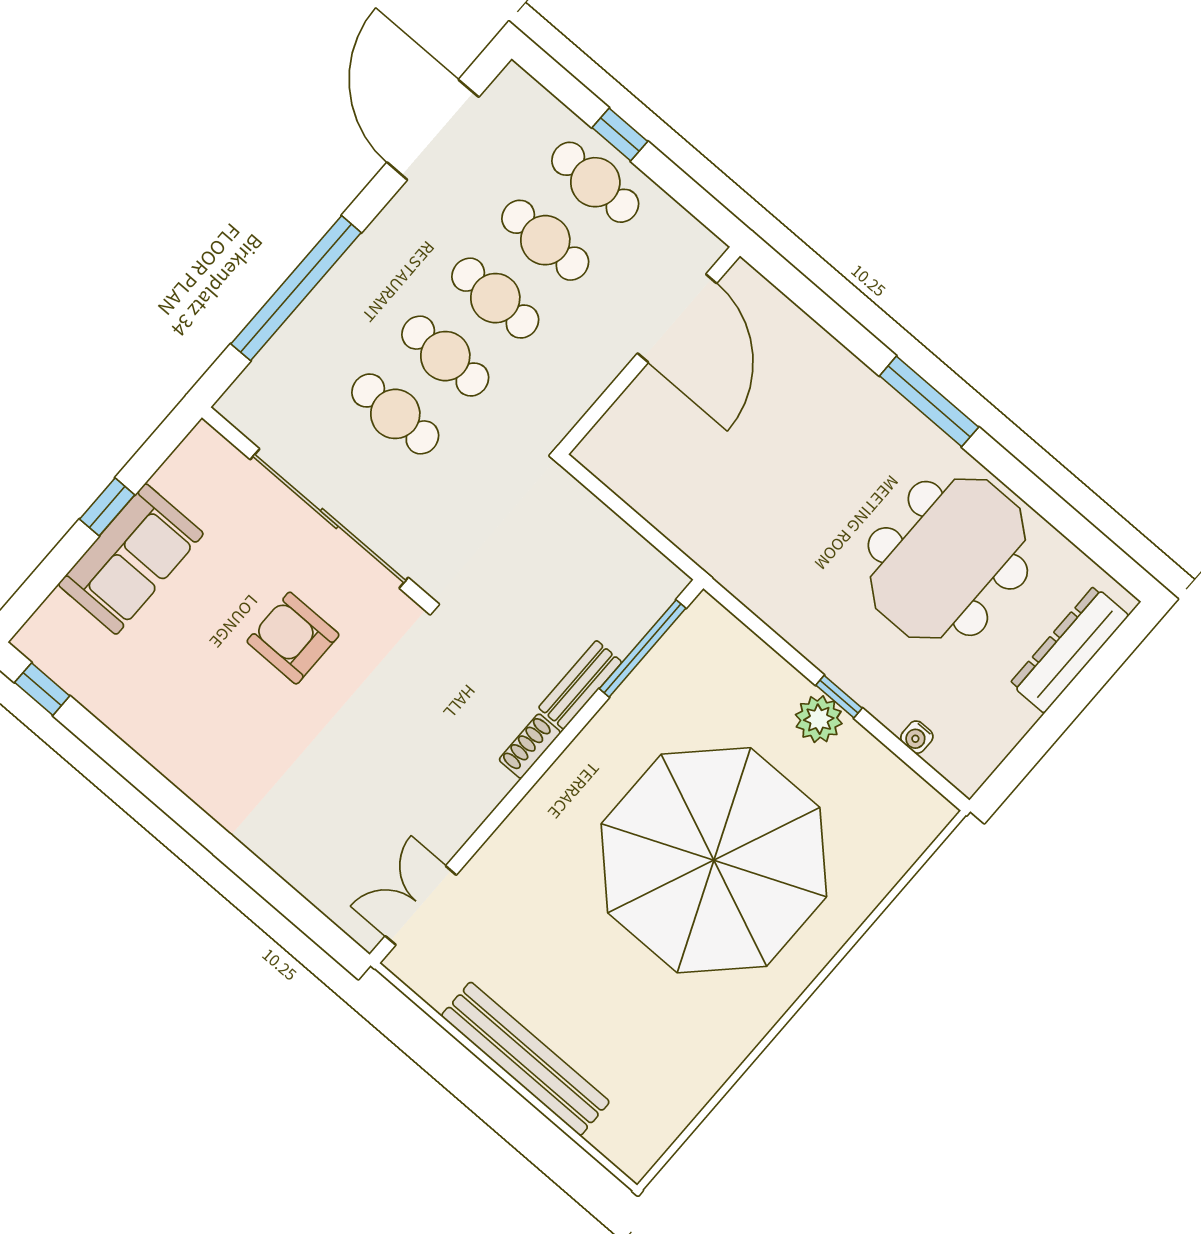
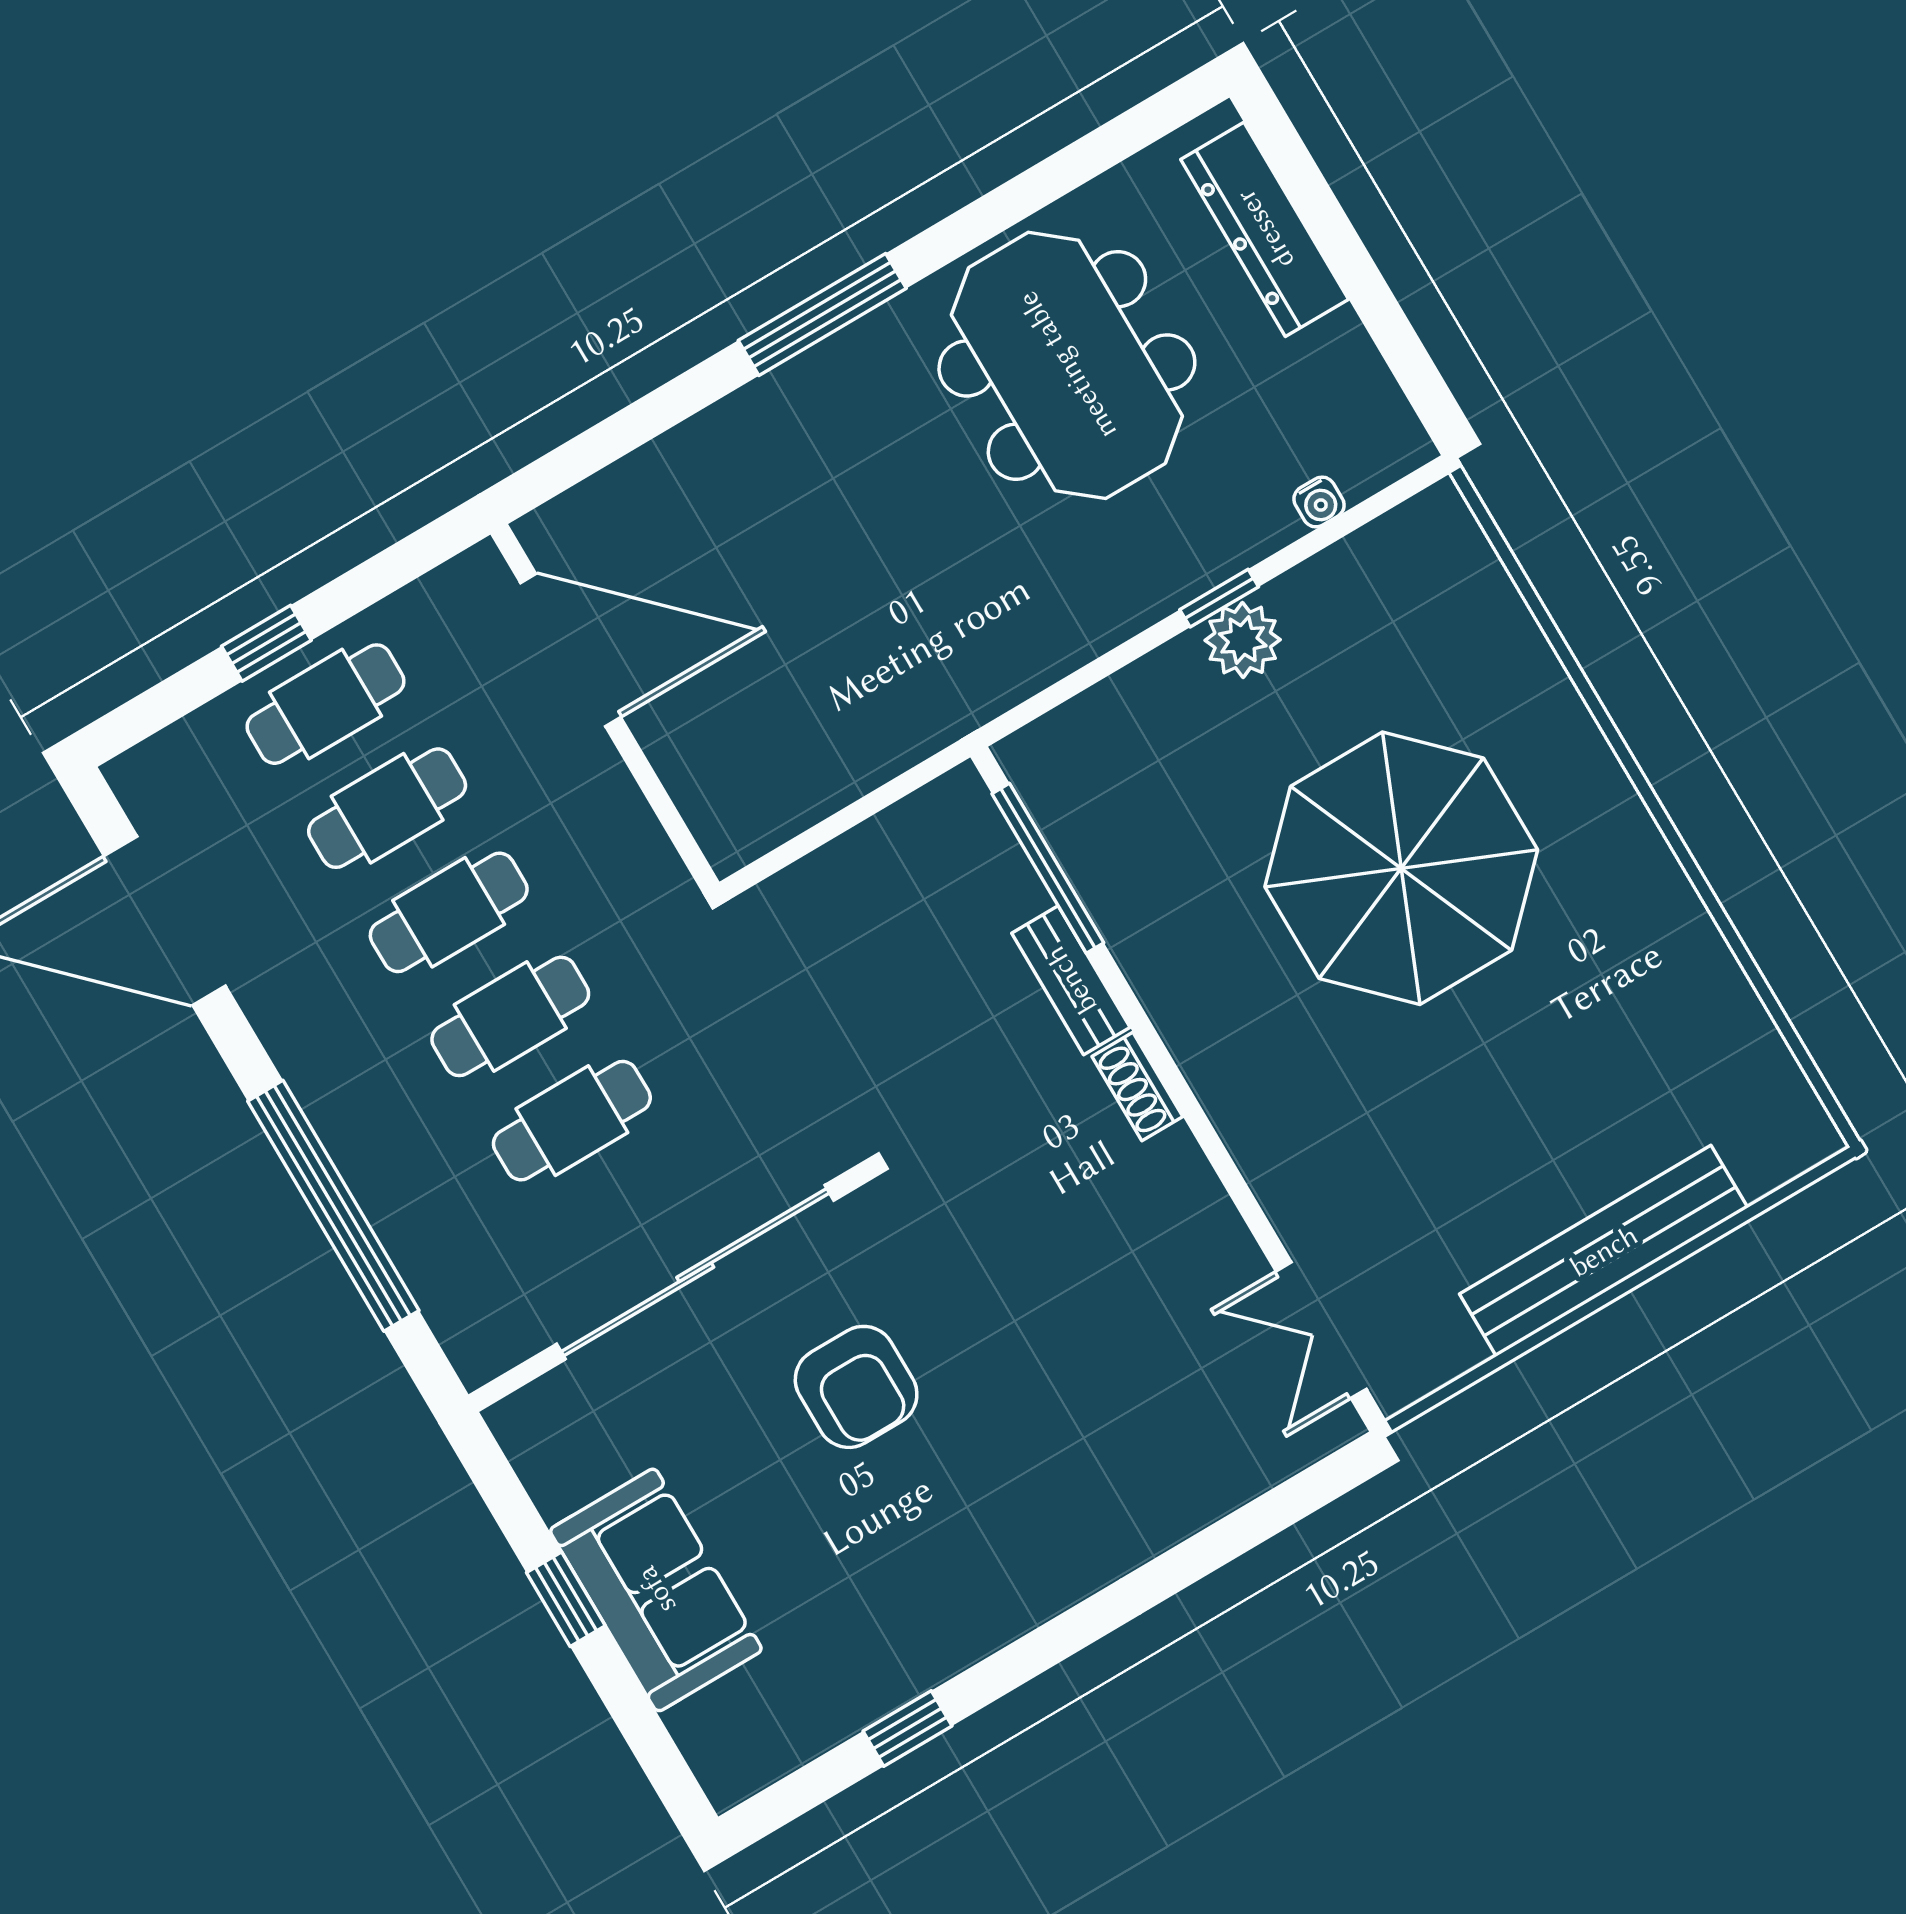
armchair: (293, 638) -> (856, 1387), turned -90
window: (42, 689) -> (907, 1729), moved
parasol: (714, 860) -> (1401, 868), width x0.73, depth x0.73

